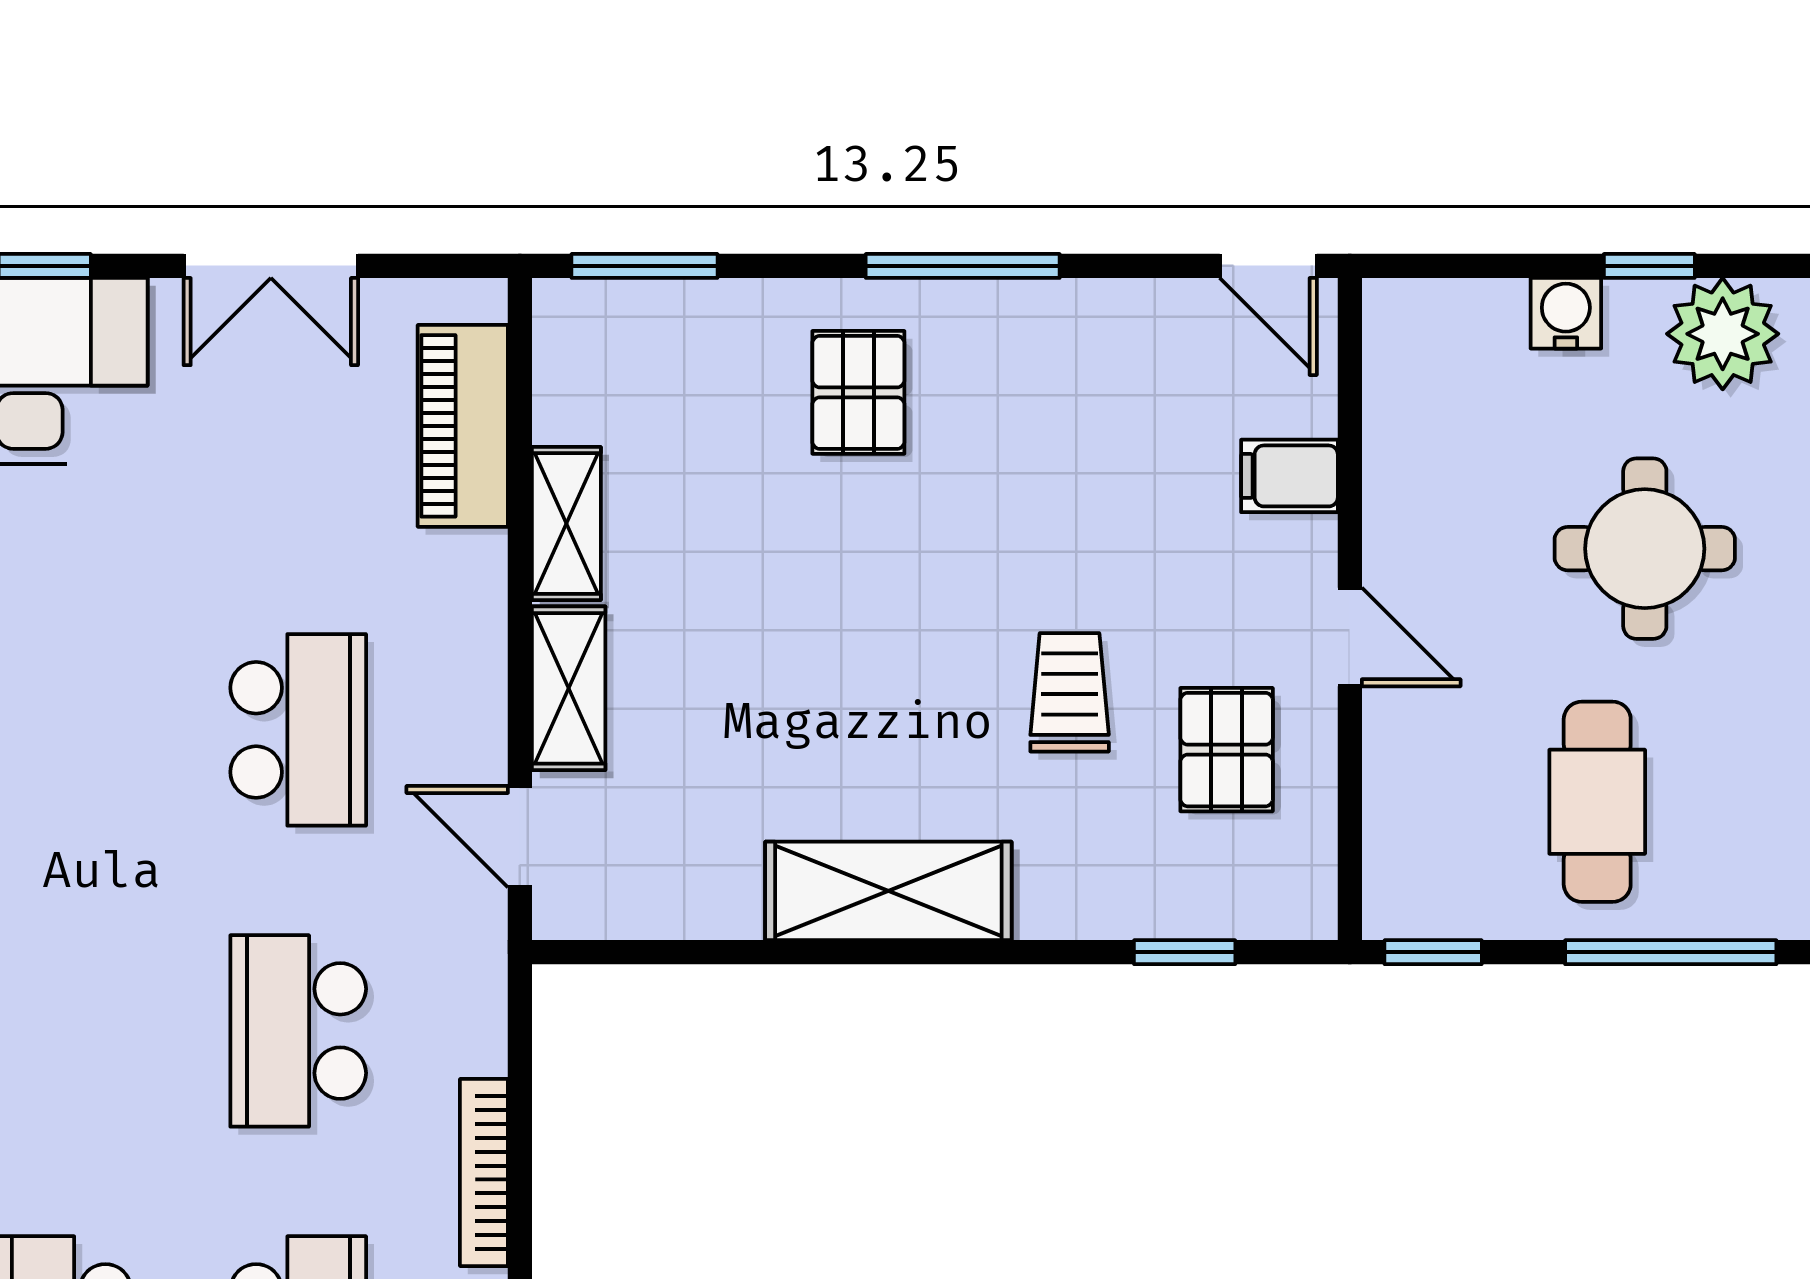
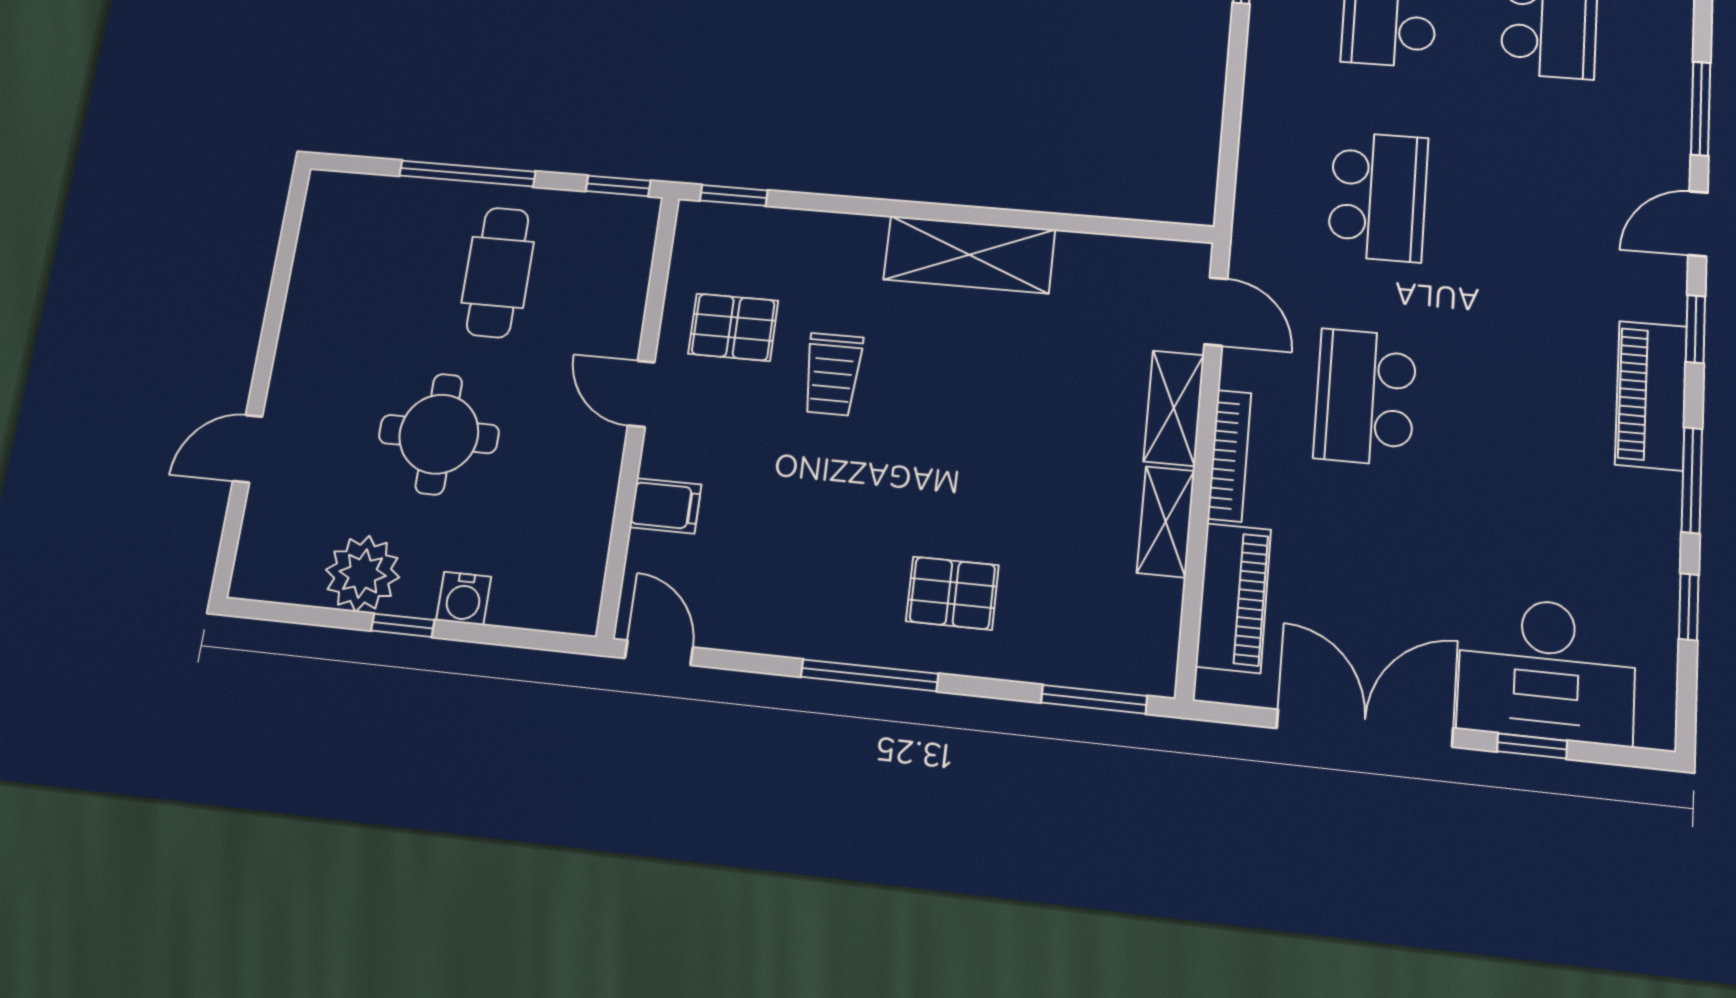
double door: (271, 266) -> (1365, 728), width x1.37
pallet: (858, 392) -> (952, 593), turned 90
pallet: (1227, 750) -> (733, 327), turned 90
window: (1185, 952) -> (734, 195), moved
bookcase: (484, 1173) -> (1229, 456), moved

